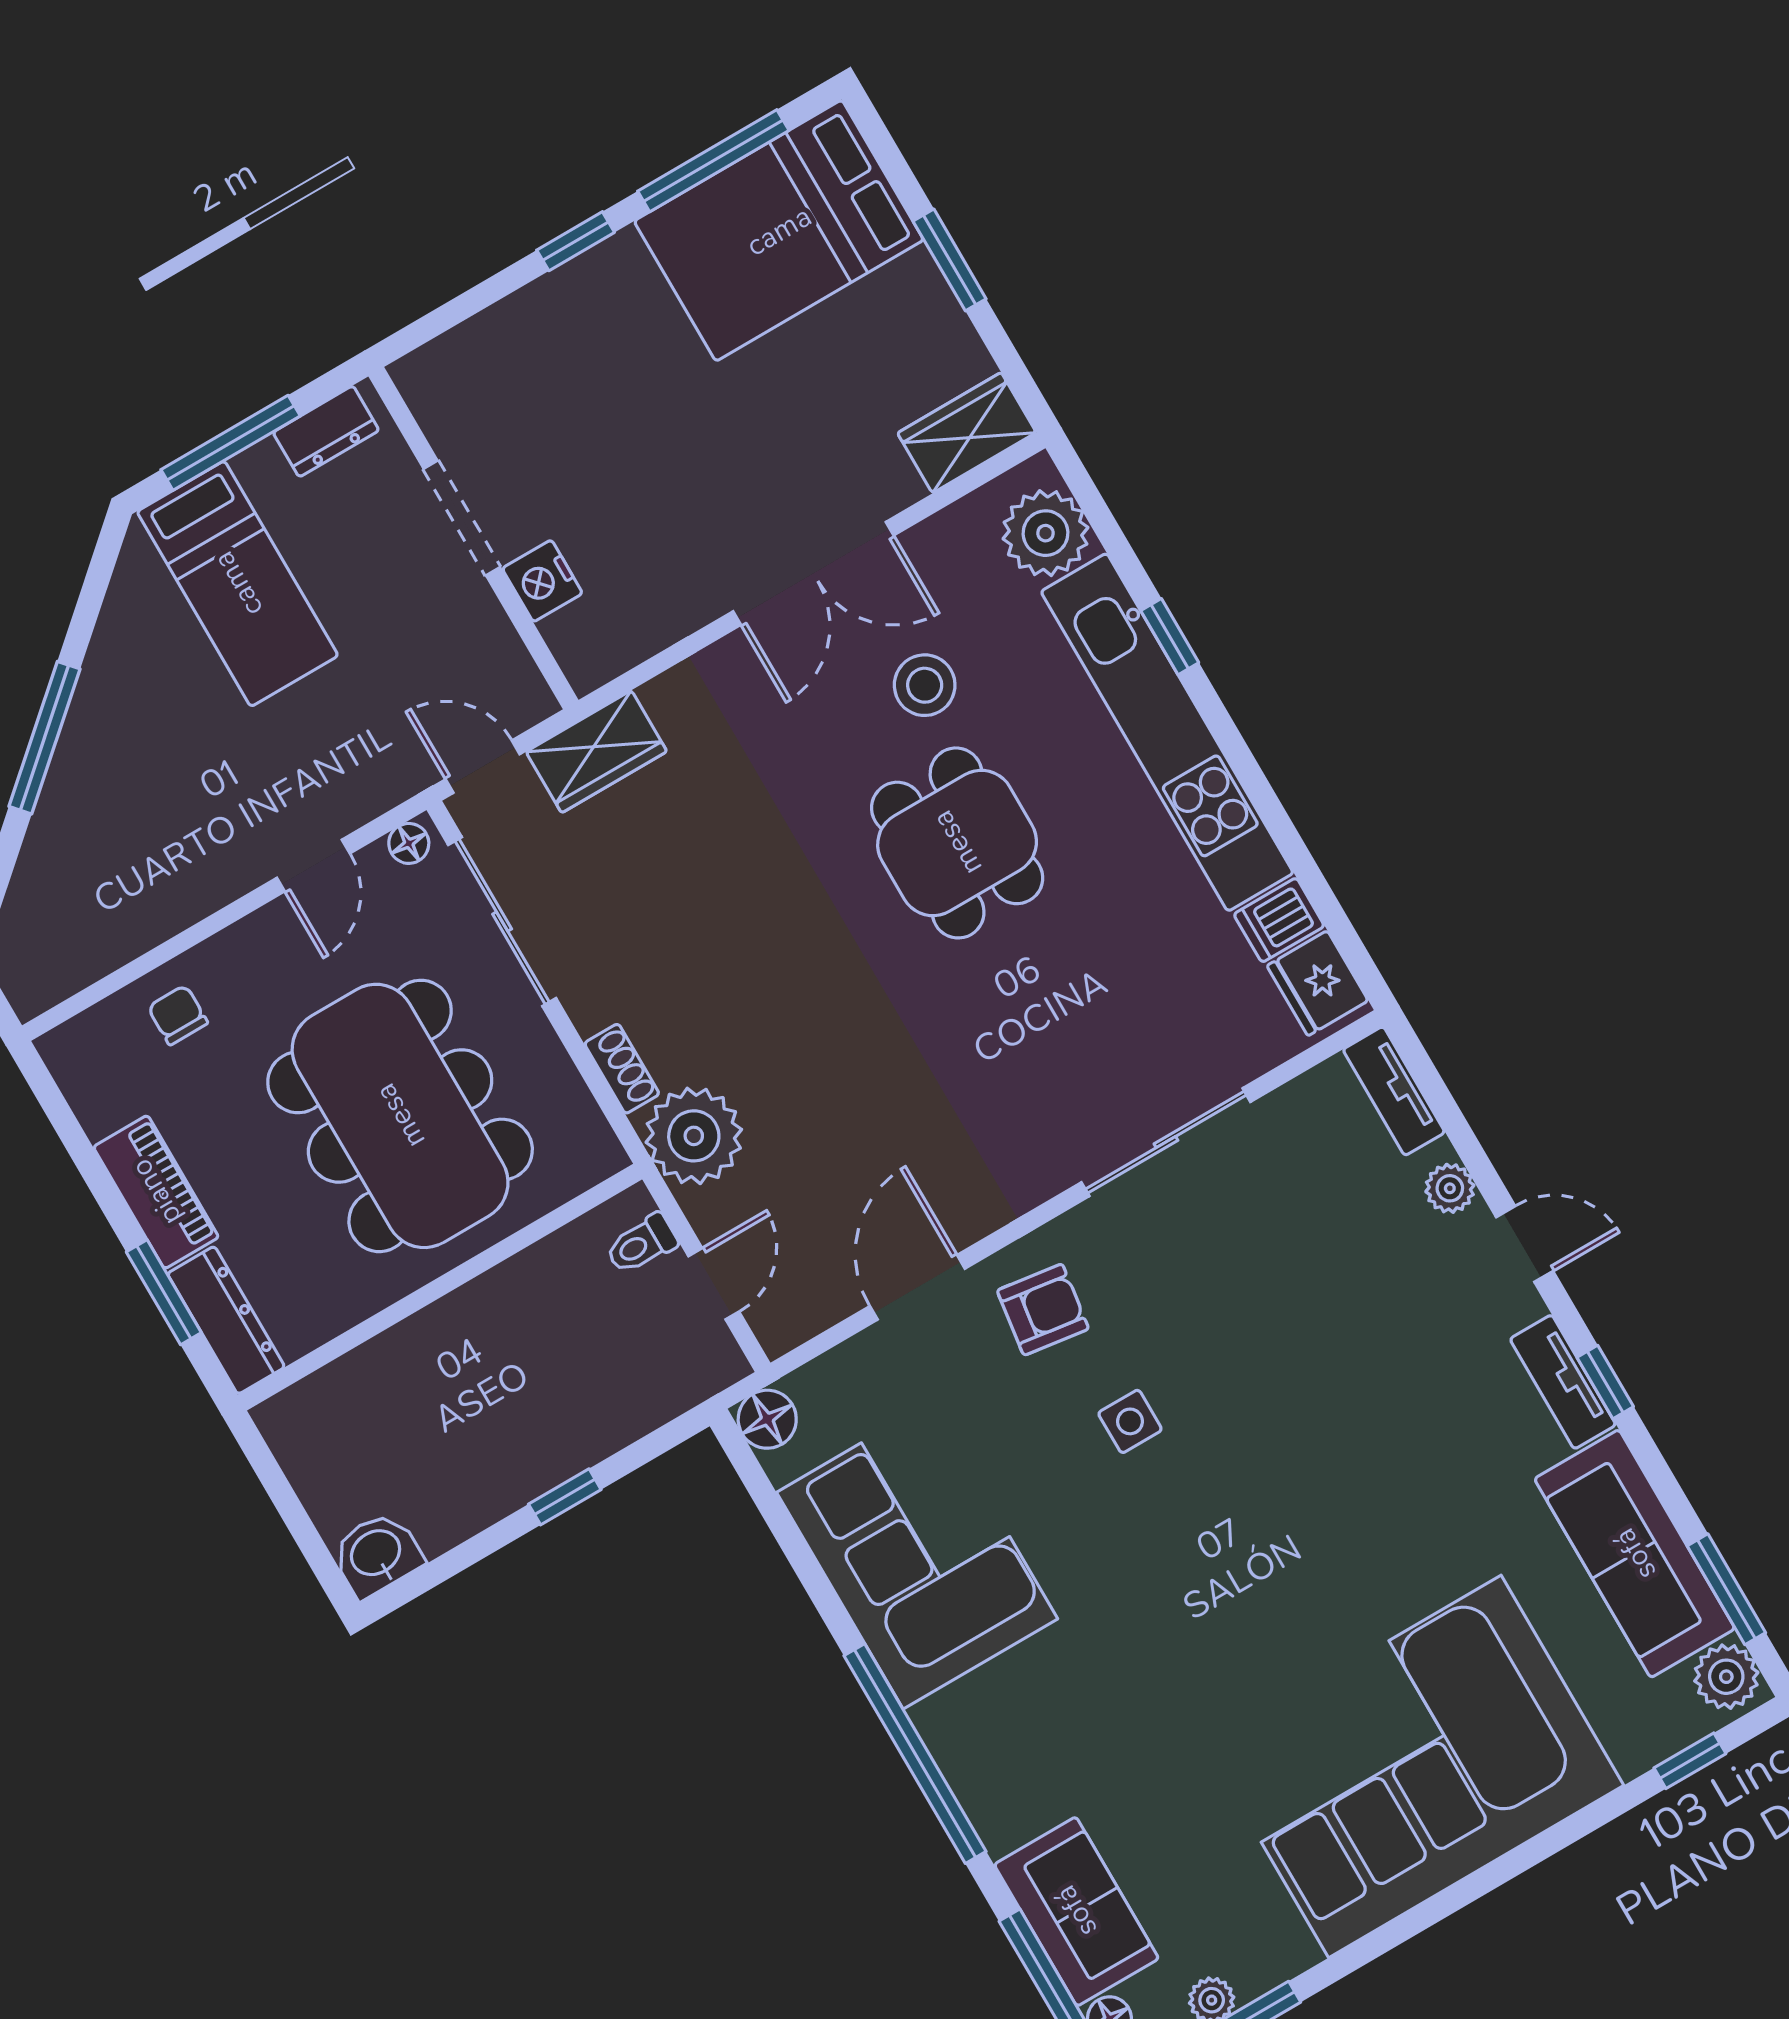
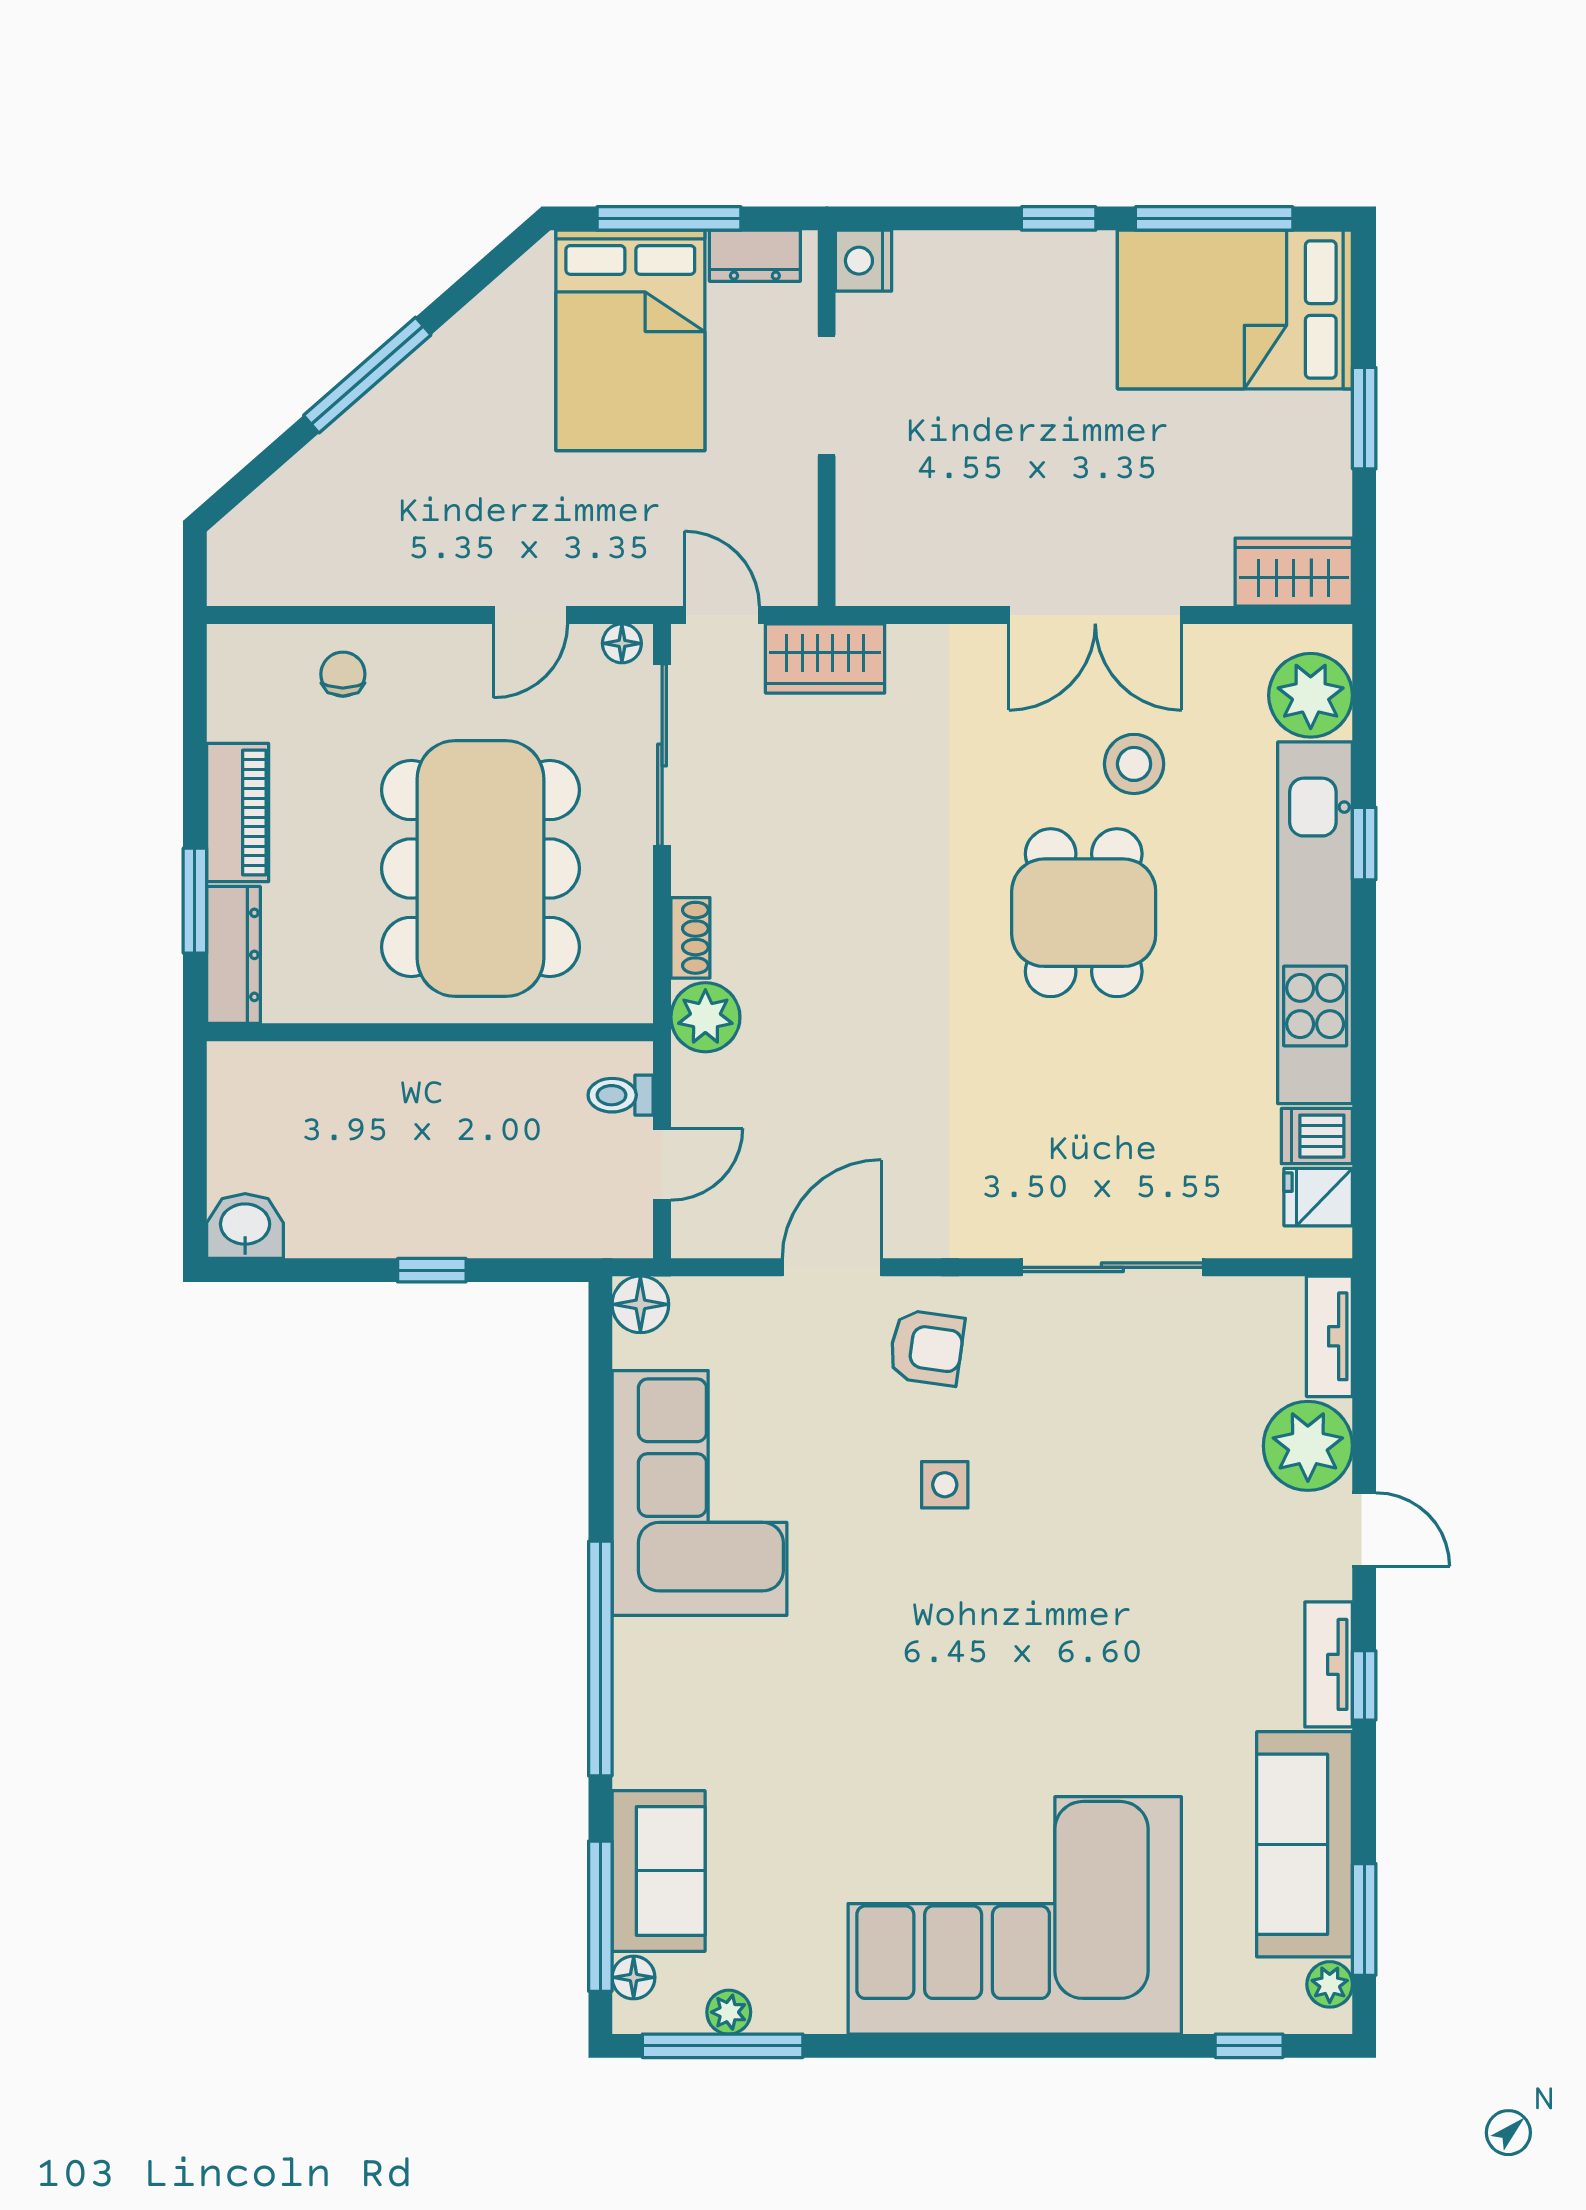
nightstand: (542, 581) -> (863, 261), moved
bed: (238, 584) -> (630, 340), width x1.50
fridge: (1318, 983) -> (1318, 1197), width x0.72
plant: (694, 1136) -> (705, 1017), width x0.73, depth x0.73
plant: (1450, 1188) -> (1308, 1446), width x1.88, depth x1.88
plant: (1726, 1677) -> (1330, 1984), width x0.73, depth x0.73

